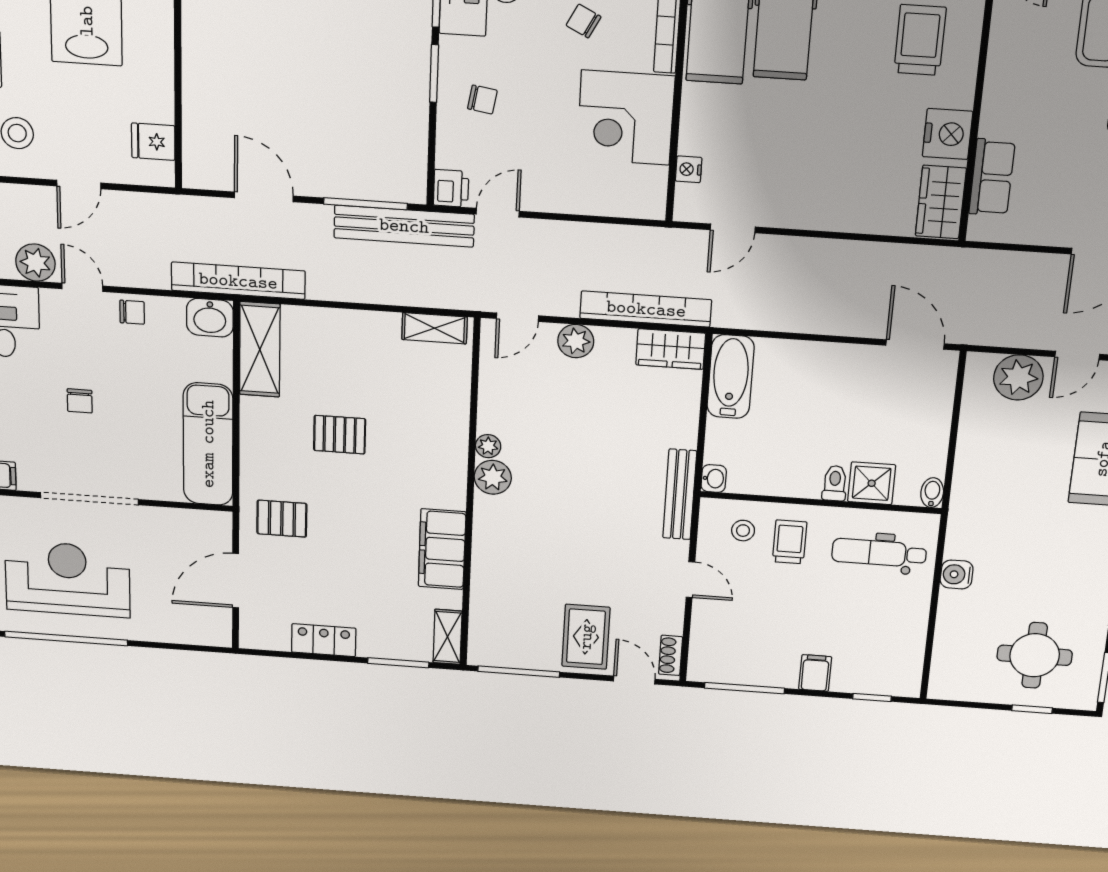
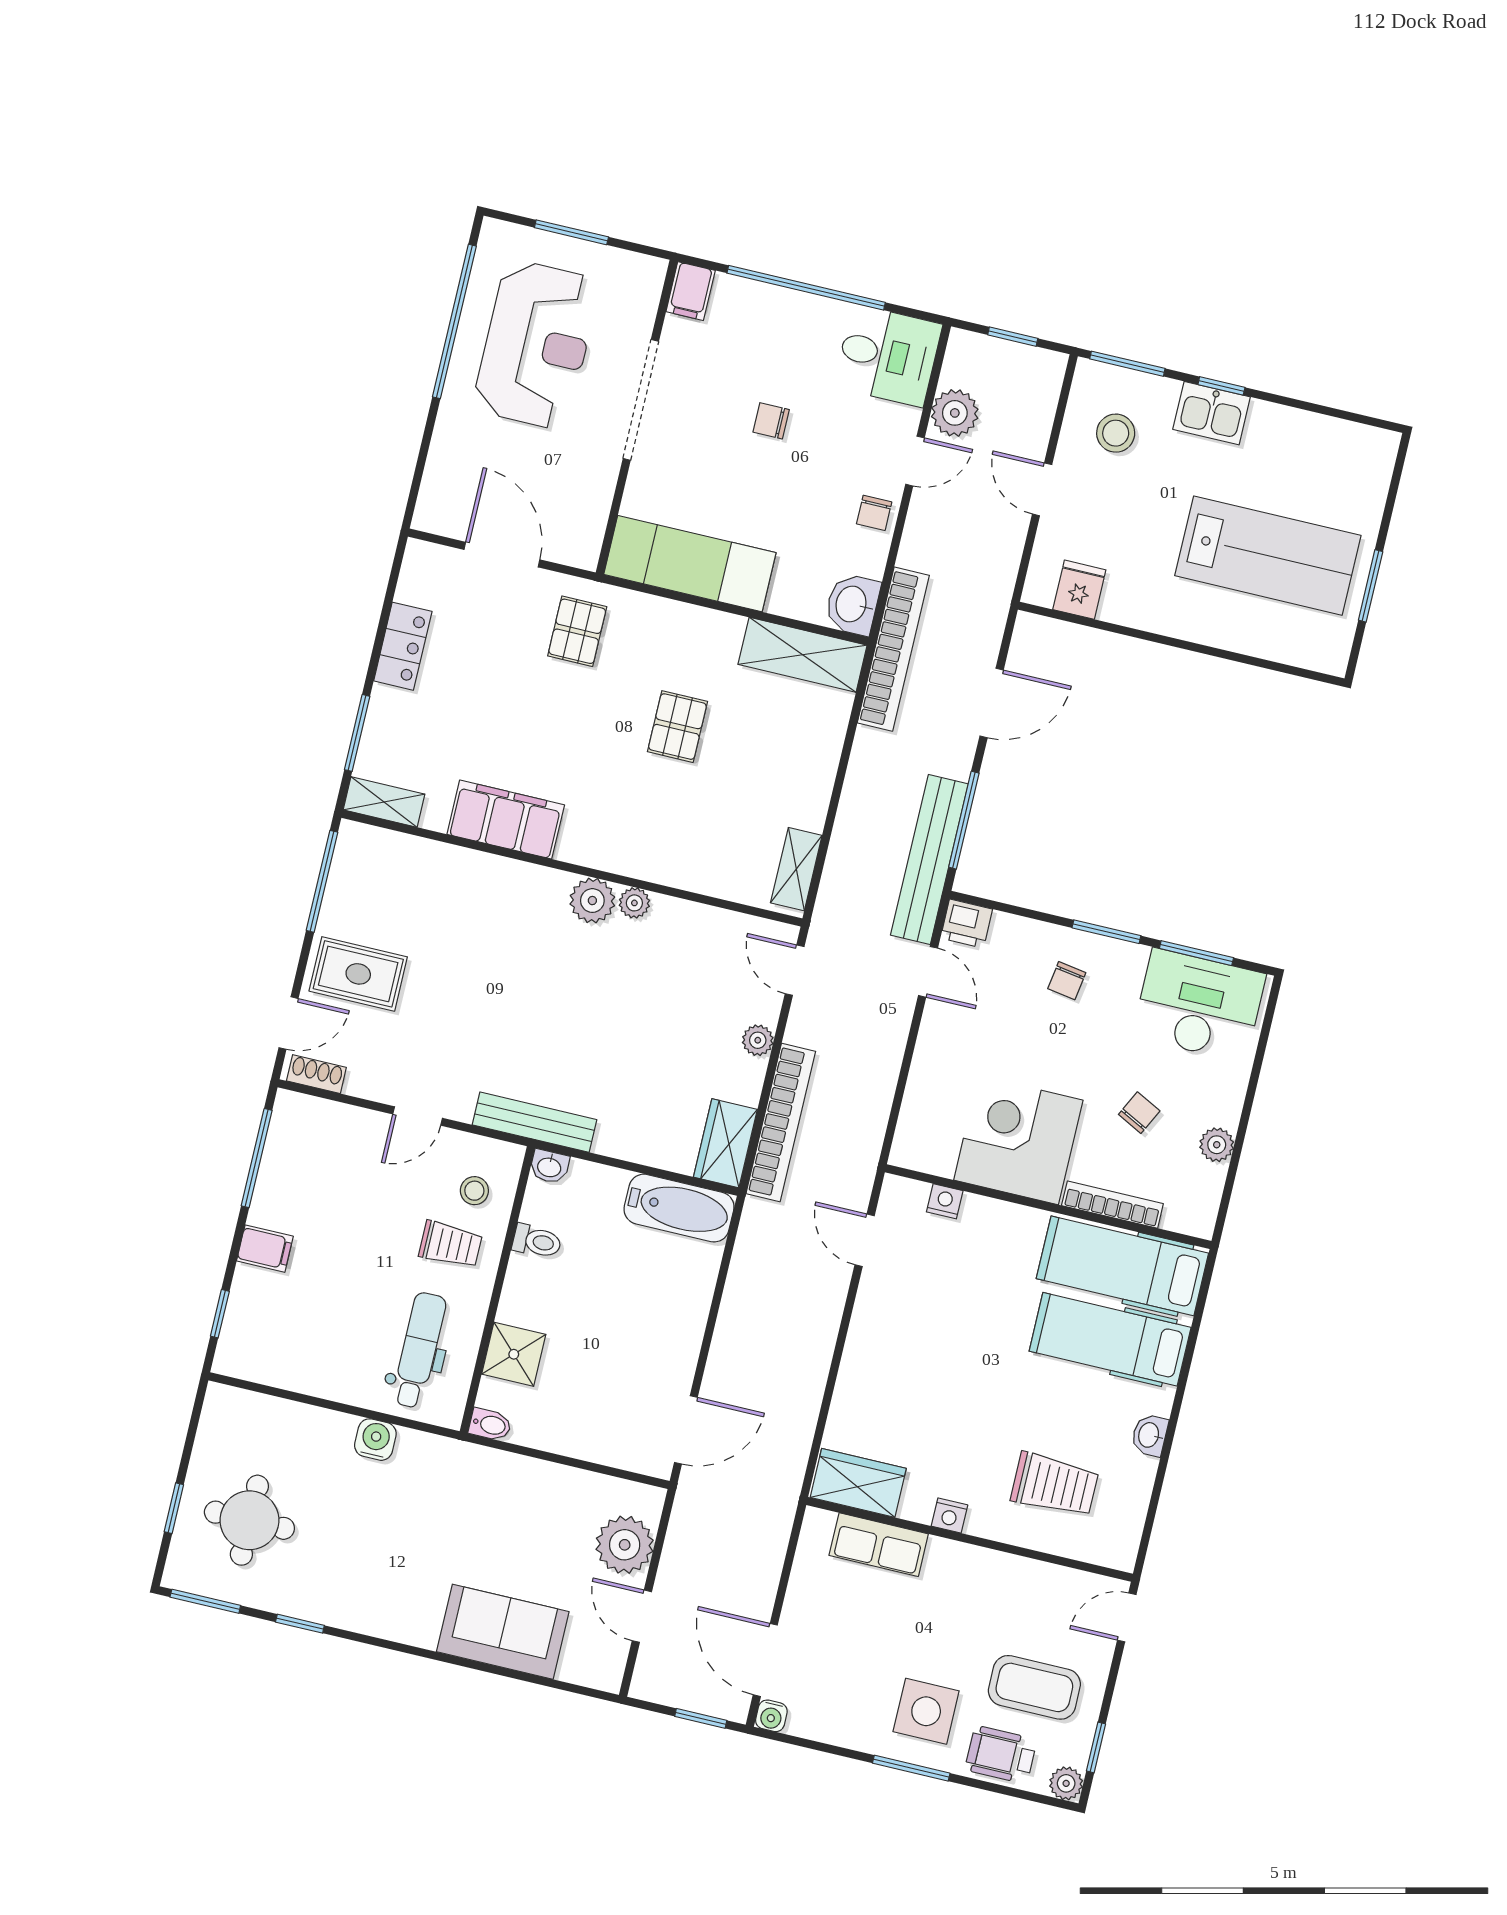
nightstand: (948, 134) -> (950, 1515), width x0.53, depth x0.56
plant: (576, 341) -> (758, 1040), width x0.73, depth x0.73
toilet: (835, 483) -> (537, 1241), moved

